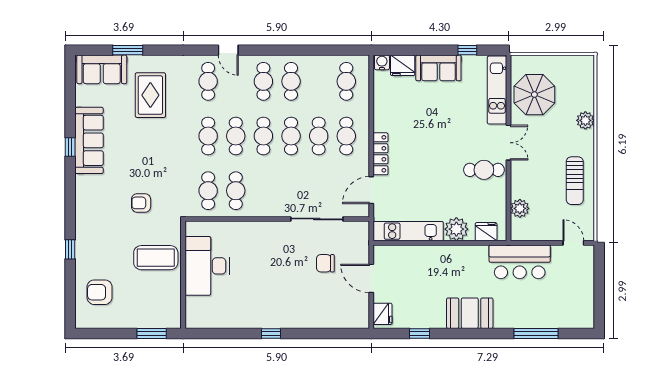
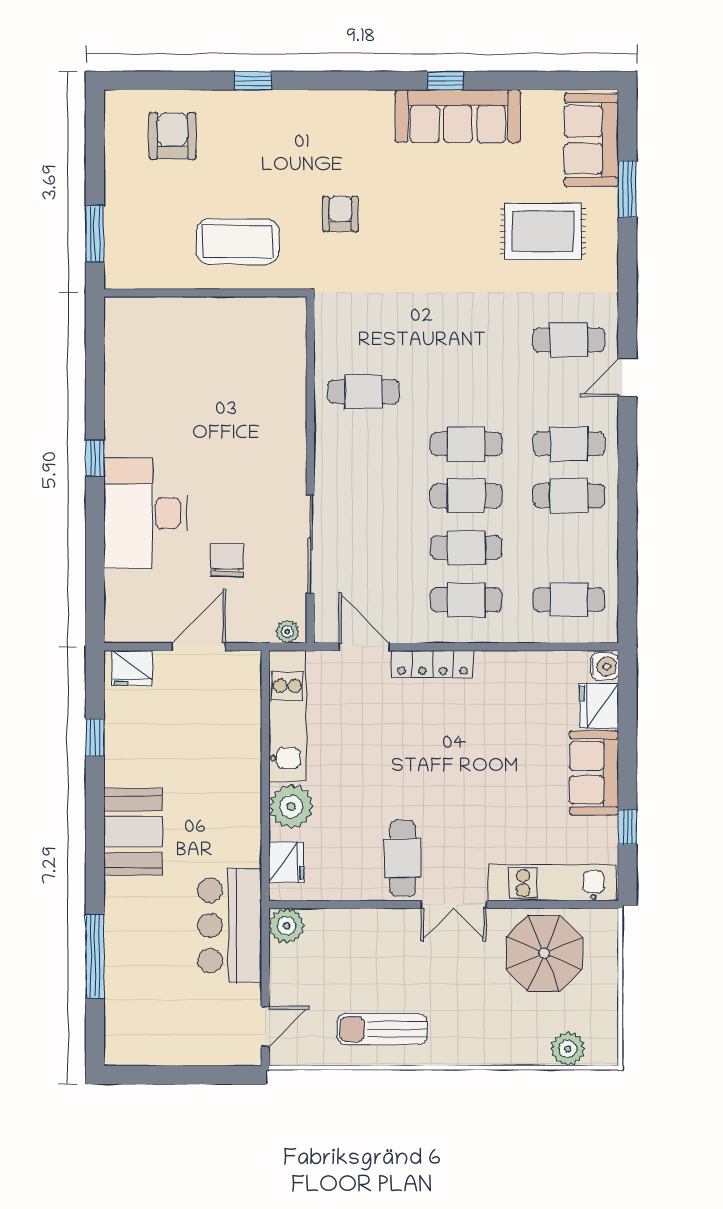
plant: (585, 120) -> (568, 1049), moved
cafe table: (208, 136) -> (466, 340), removed
cafe table: (236, 136) -> (466, 392), removed
cafe table: (208, 191) -> (363, 340), removed
plant: (520, 208) -> (286, 926), moved
plant: (363, 231) -> (287, 632), added
coffee table: (156, 258) -> (238, 242), turned 90
desk: (207, 266) -> (145, 513), moved, turned -90

